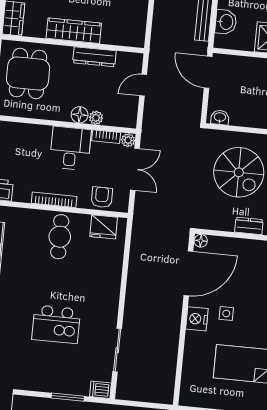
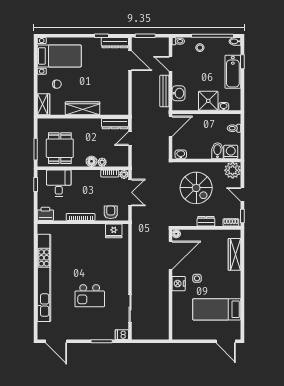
dresser: (94, 57) -> (115, 124), moved
door: (208, 72) -> (170, 126), swing flipped
dining table: (28, 74) -> (60, 148), moved
desk: (70, 148) -> (59, 183), moved
cafe table: (60, 237) -> (87, 240), removed

